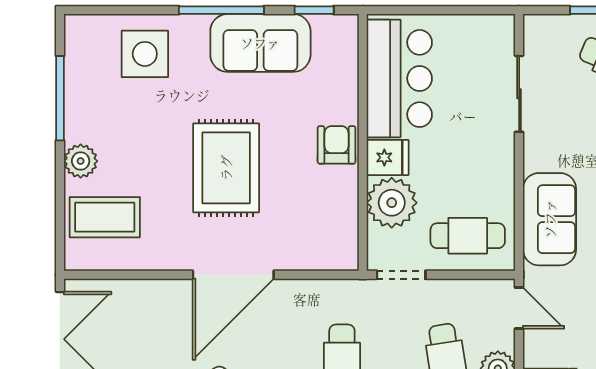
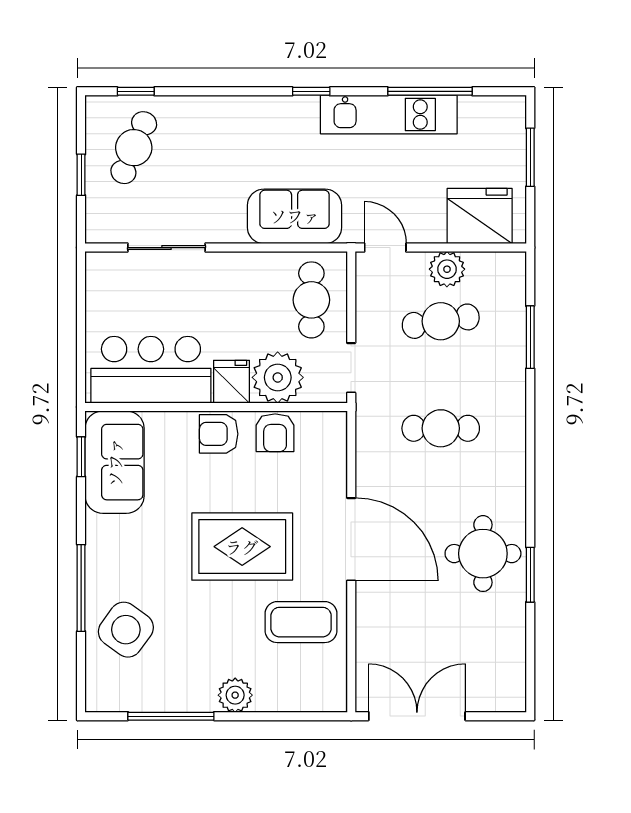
window: (221, 10) -> (81, 588), moved
sofa: (260, 43) -> (115, 462), moved
side table: (145, 54) -> (126, 630), turned 36
armchair: (338, 200) -> (275, 433), added
coffee table: (105, 217) -> (301, 622), moved, turned 90
door: (519, 308) -> (385, 248), hinge flipped

